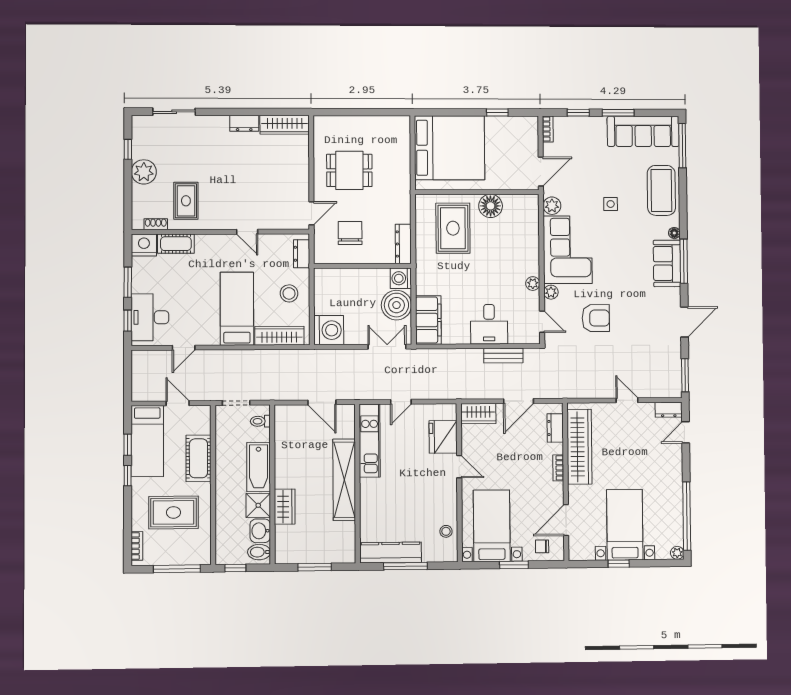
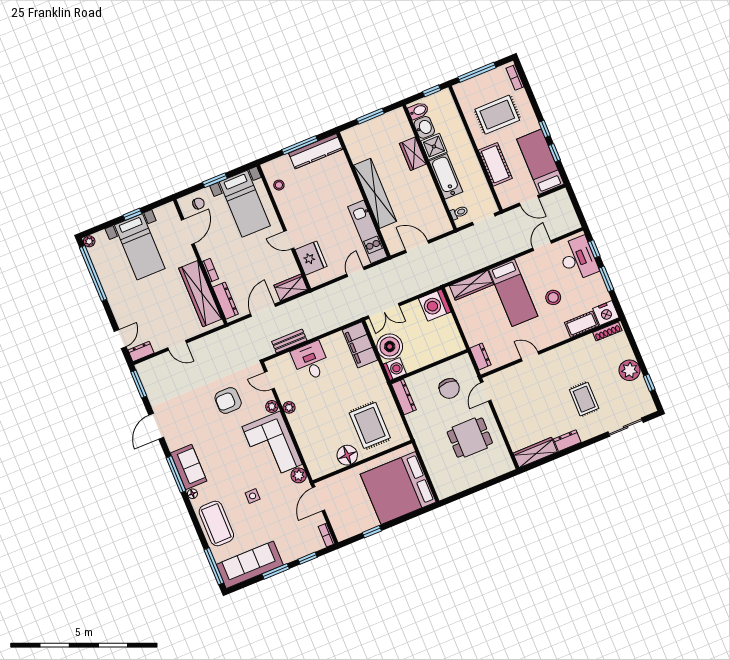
rug: (186, 201) -> (584, 399), moved
shoe rack: (156, 224) -> (607, 332), width x1.43
stool: (289, 293) -> (553, 297), moved
dresser: (555, 428) -> (225, 301), width x1.44

